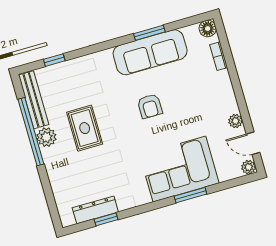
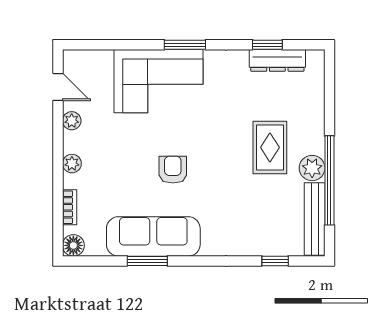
rug: (85, 128) -> (270, 147), moved
plant: (249, 167) -> (72, 164), moved
window: (190, 195) -> (185, 45), moved

